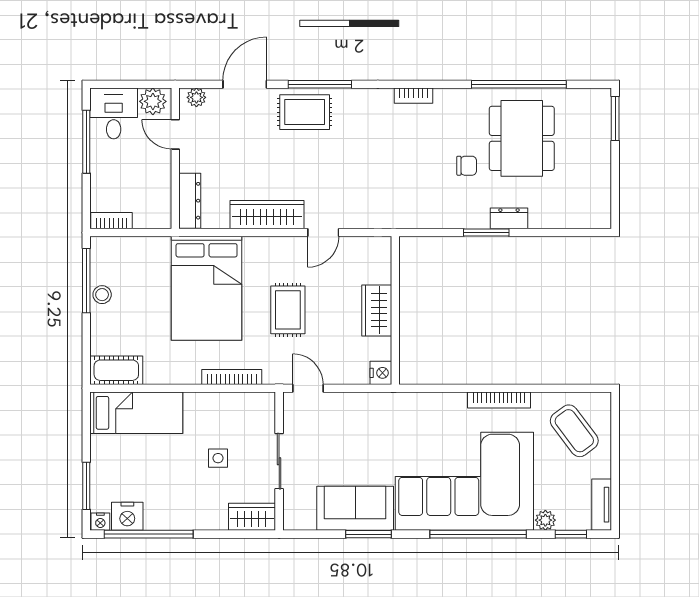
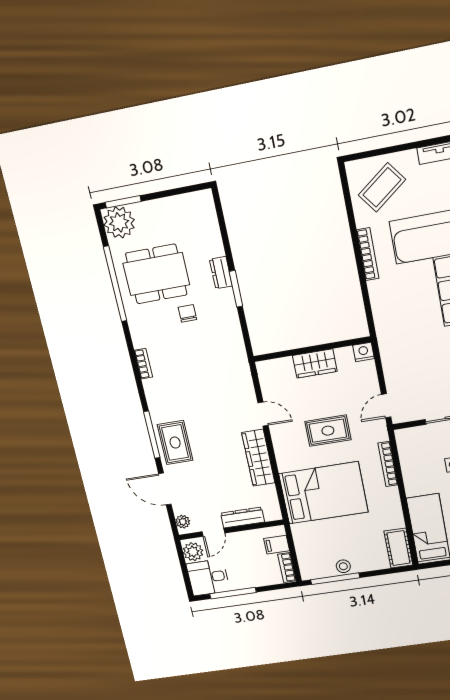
plant: (592, 107) -> (119, 222), added
dresser: (190, 201) -> (243, 518), moved
filing cabinet: (145, 214) -> (277, 545), added

